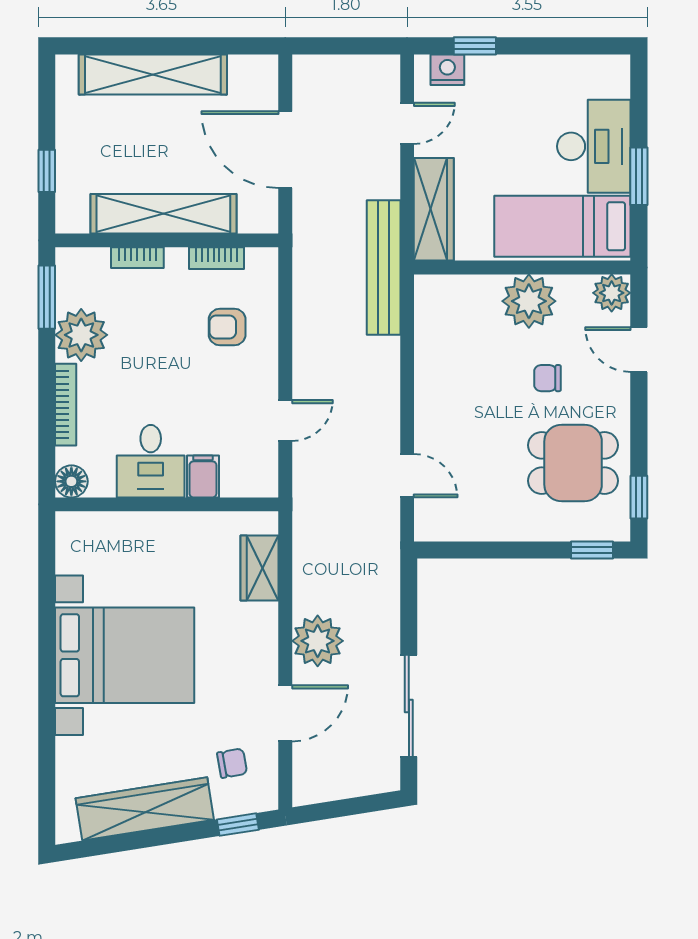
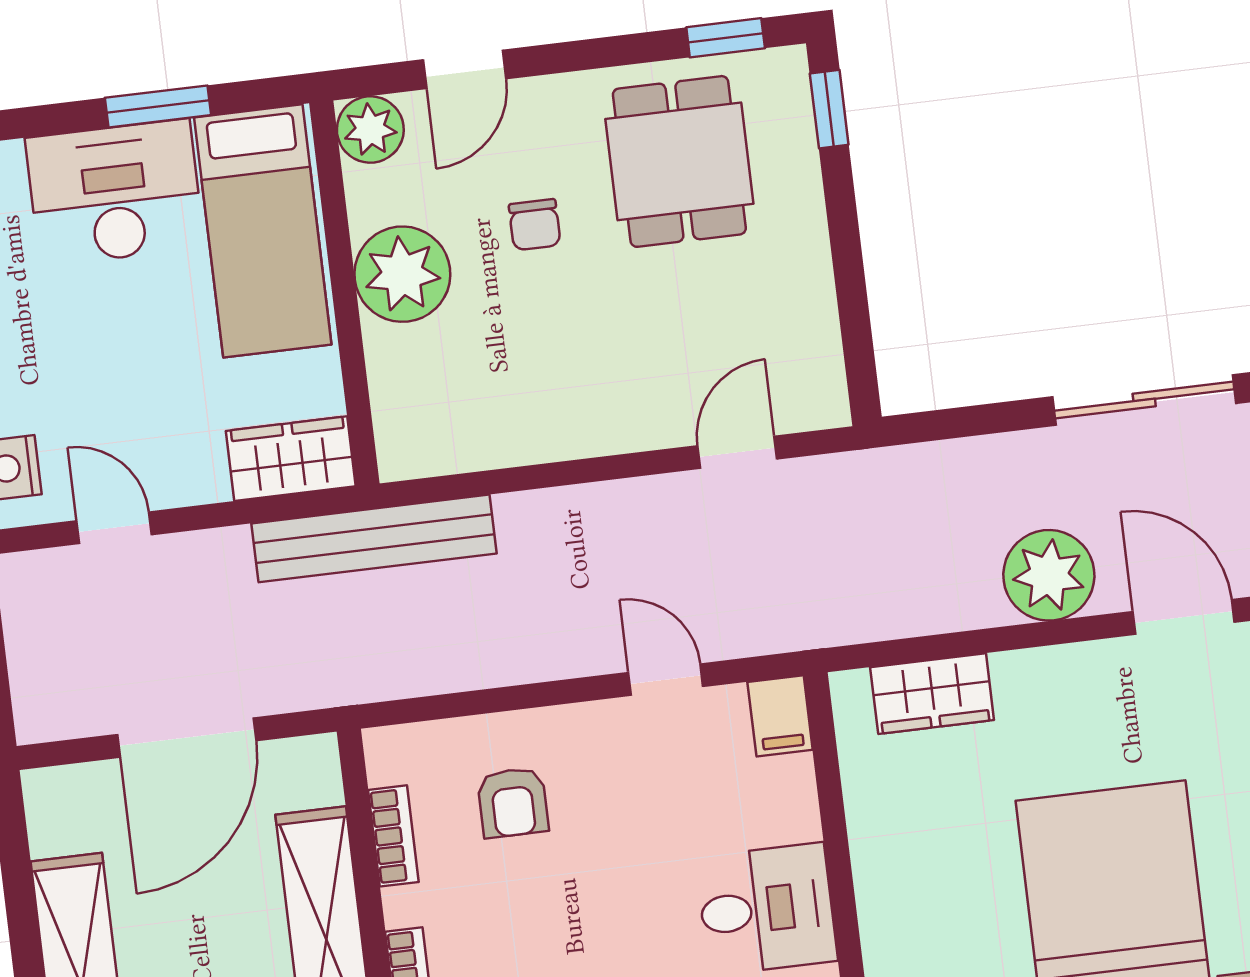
wardrobe: (434, 209) -> (291, 459), width x0.67
filing cabinet: (203, 476) -> (780, 716), moved, turned -90

